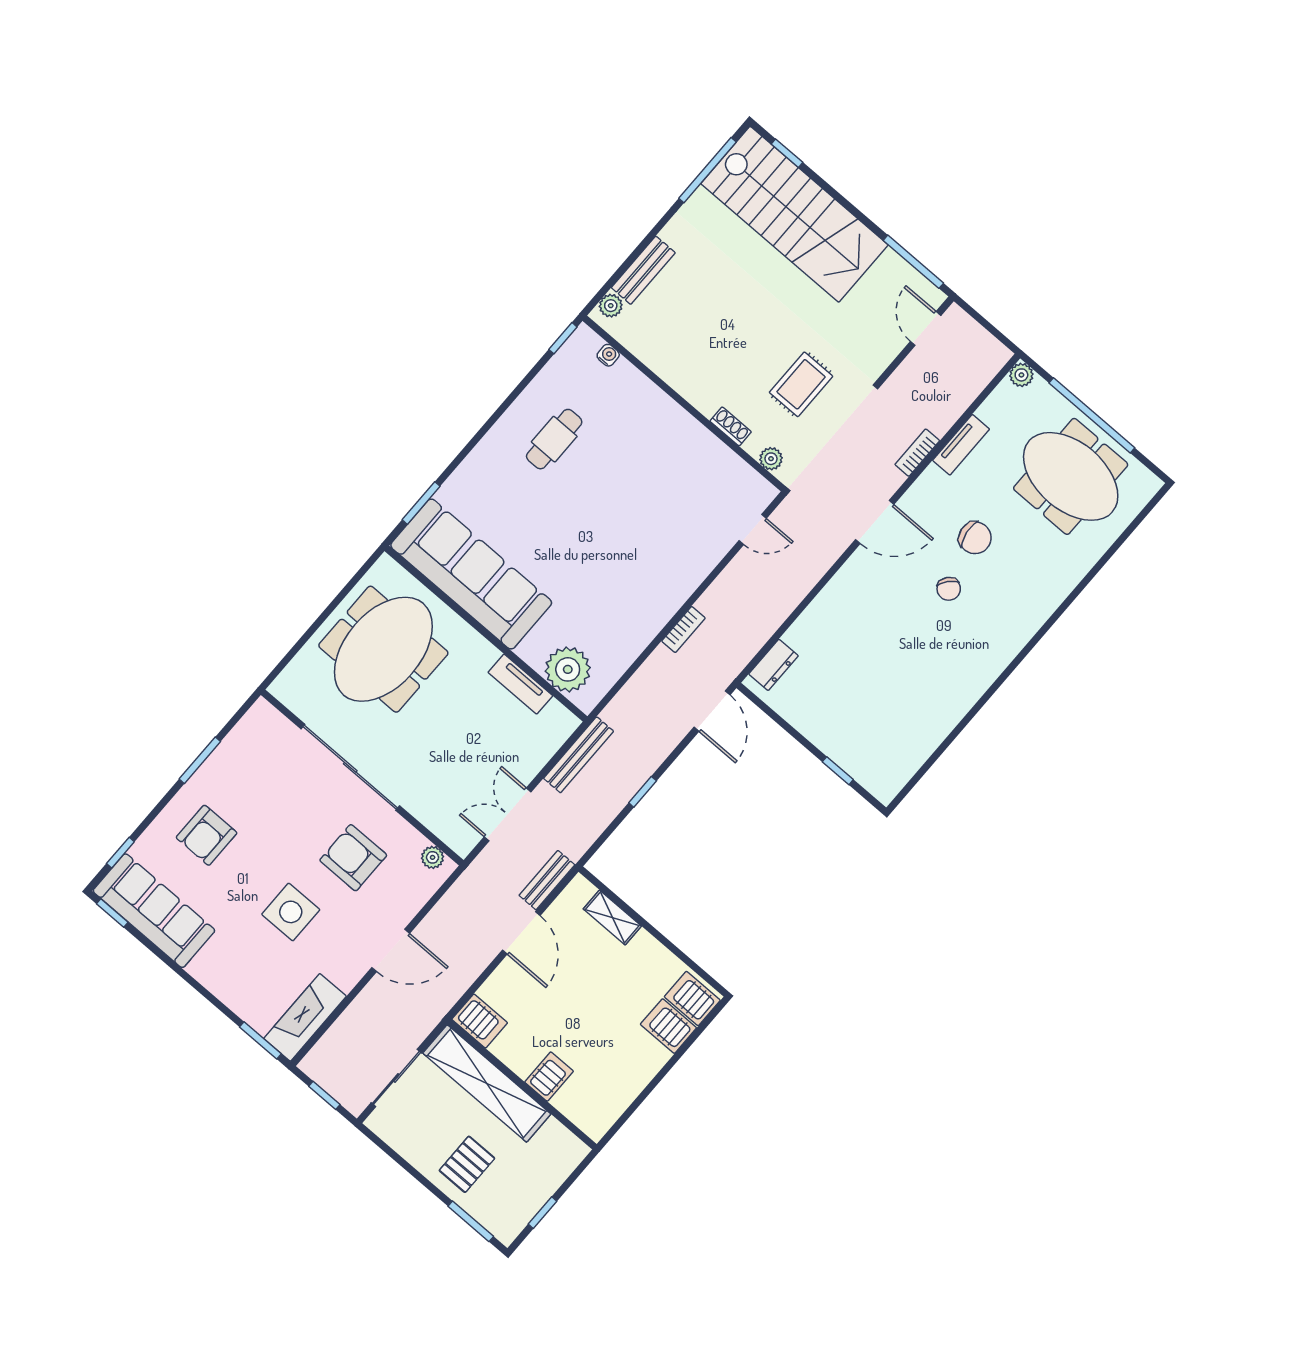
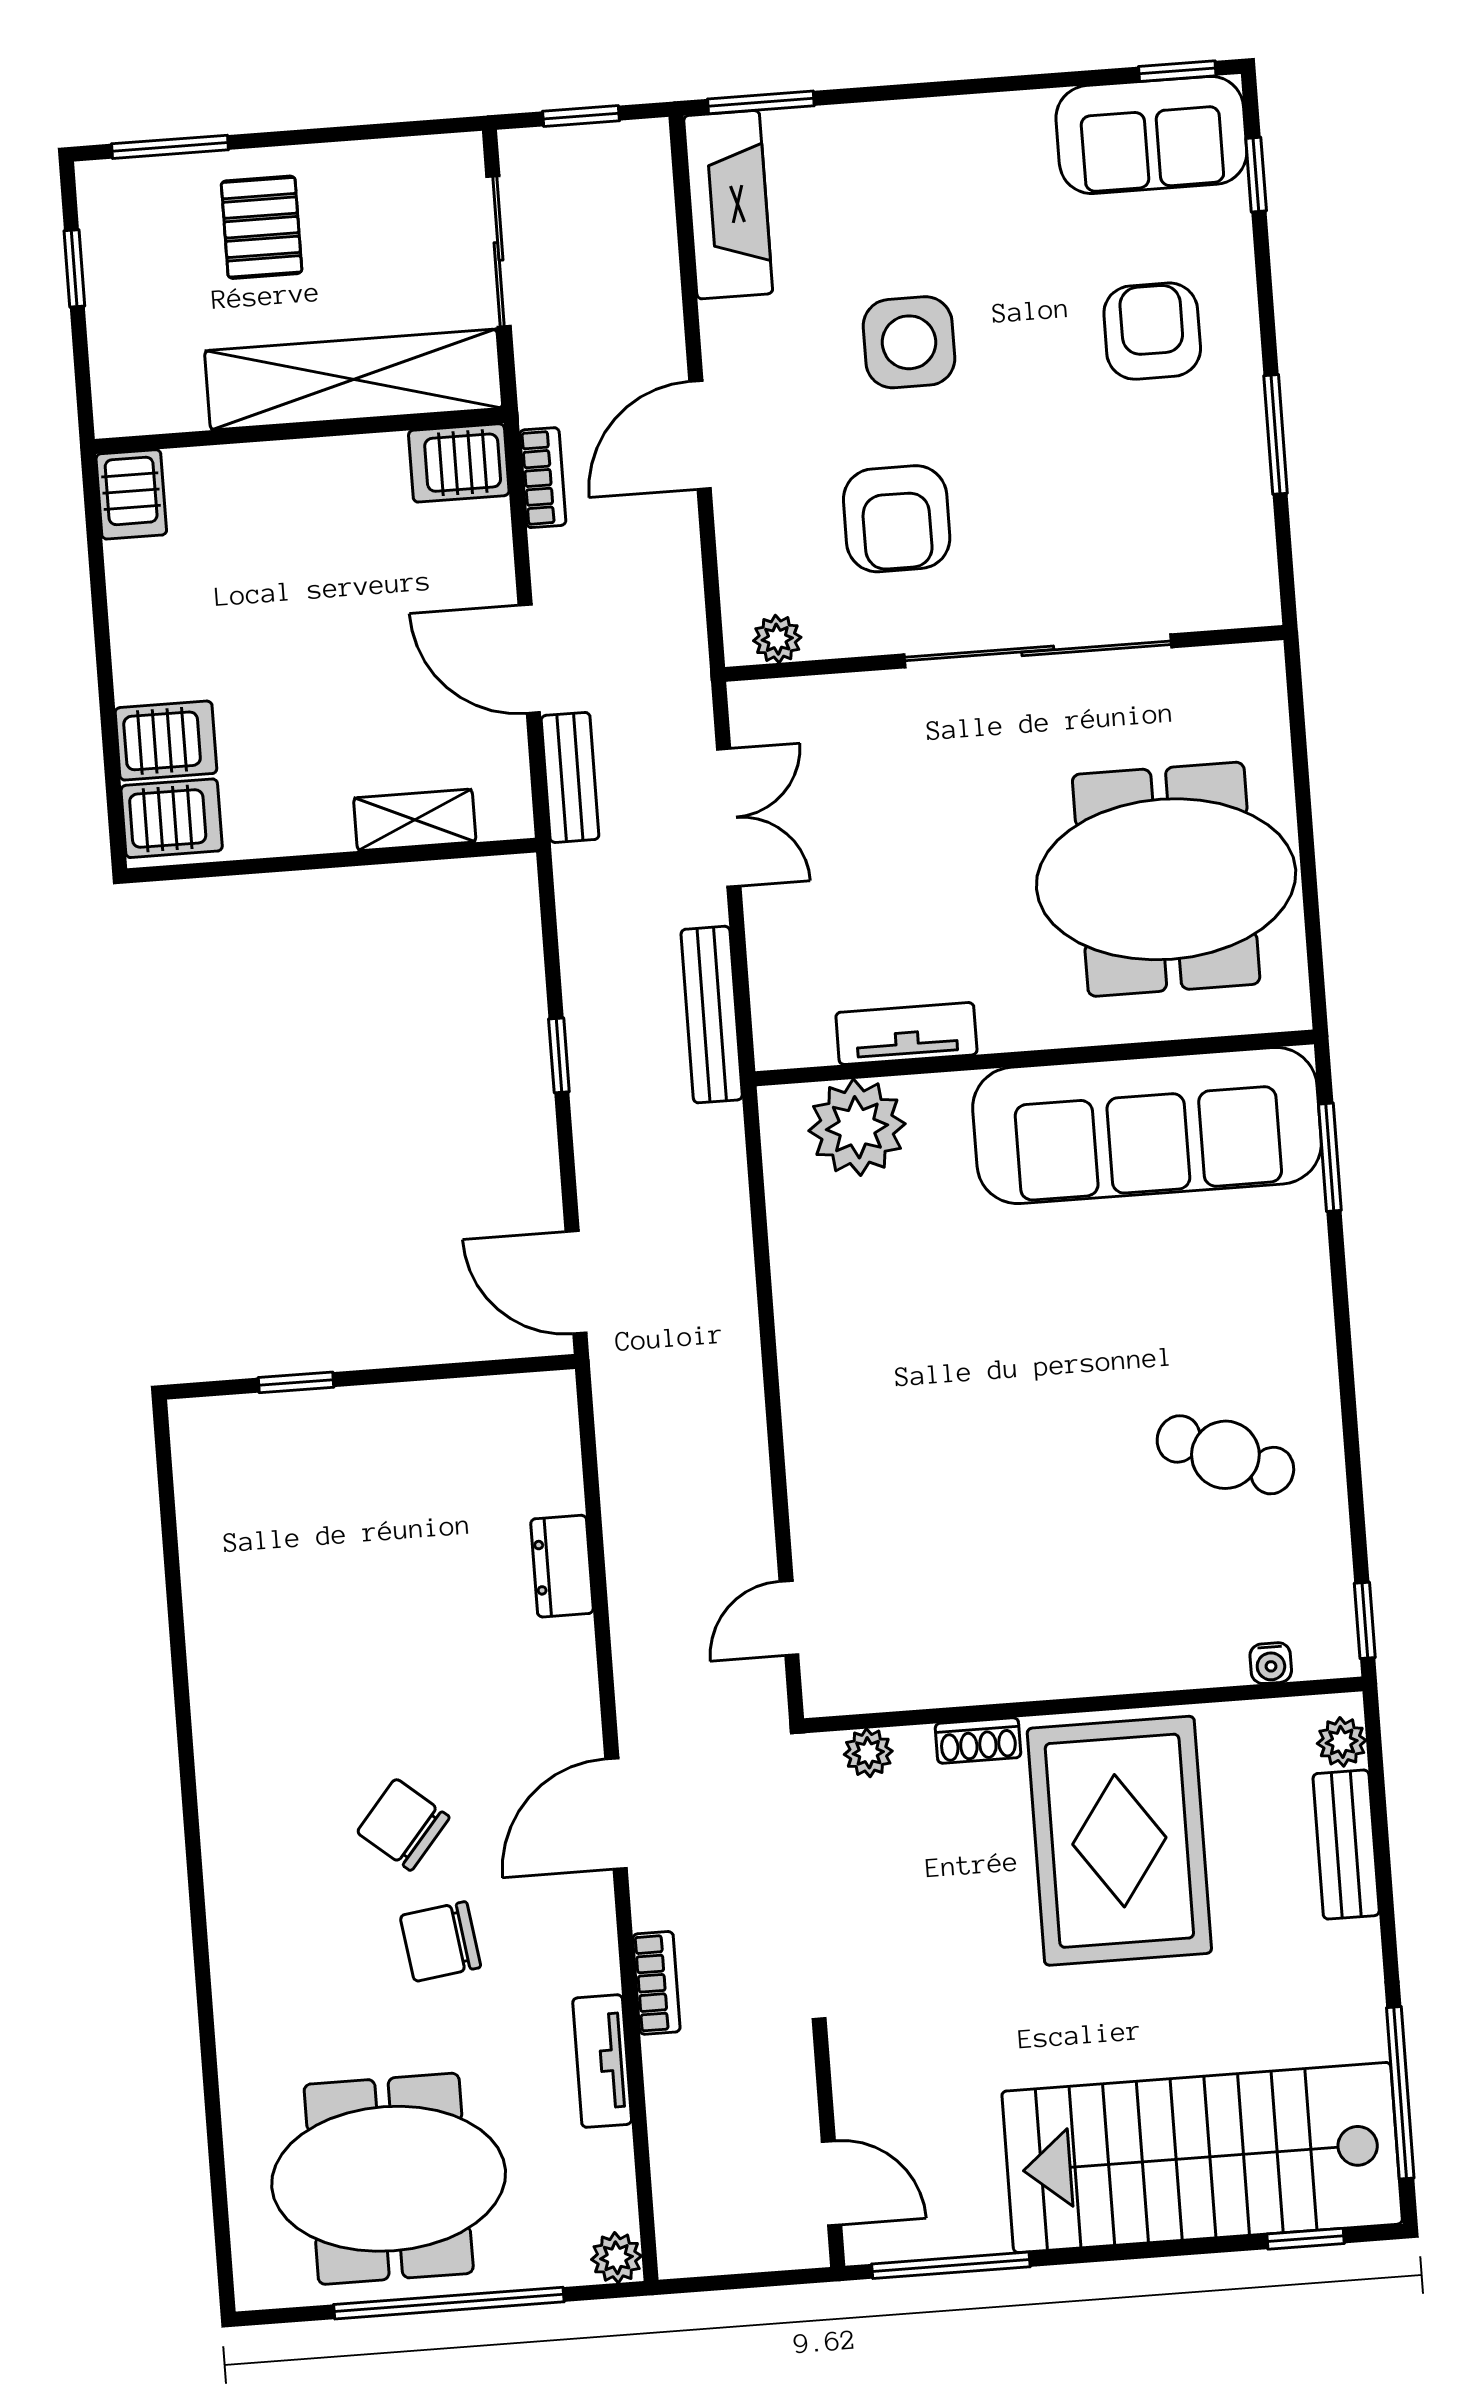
rug: (801, 384) -> (1119, 1841), moved, width x1.86, depth x2.06
cafe table: (554, 439) -> (1225, 1455), turned -67
chair: (949, 589) -> (403, 1825), width x1.37, depth x1.37
bookcase: (683, 629) -> (543, 478), moved, turned 180
meeting table: (383, 649) -> (1166, 879), turned 90
dresser: (774, 665) -> (562, 1566), moved
armchair: (353, 858) -> (897, 519), turned 90
sofa: (154, 911) -> (1151, 135), width x0.73
server rack: (549, 1077) -> (131, 494), moved

